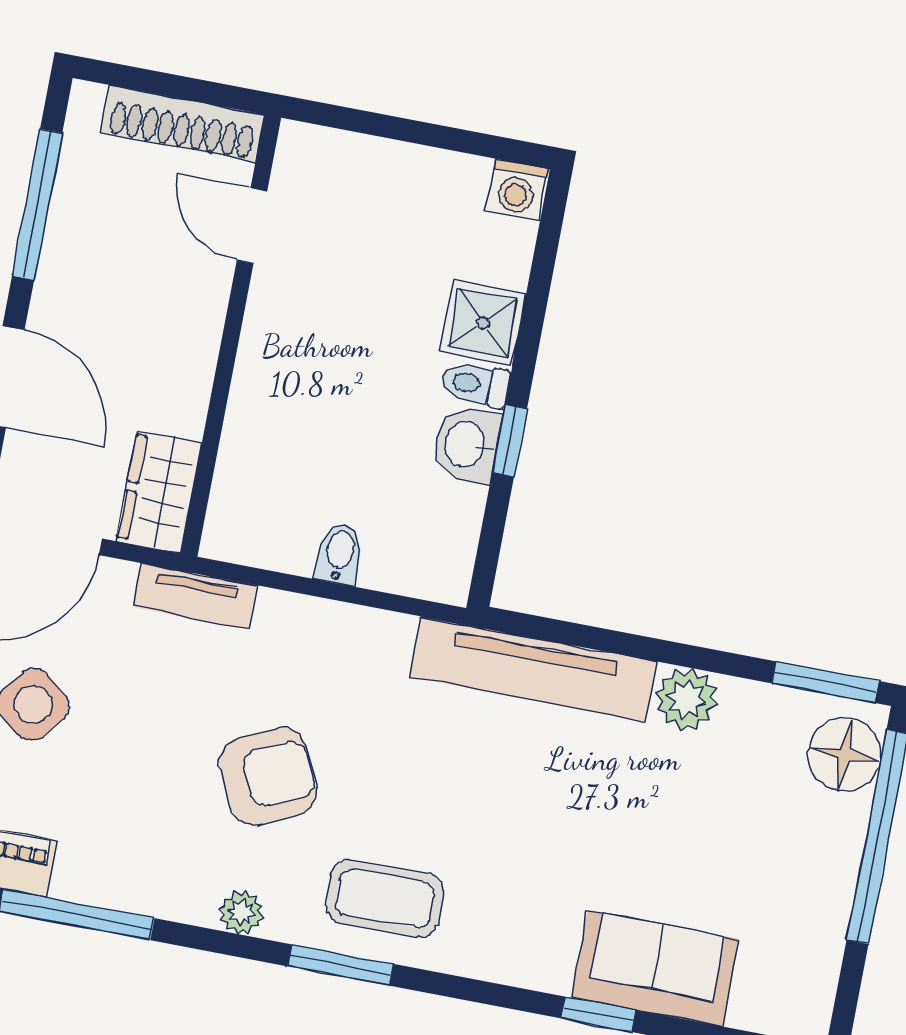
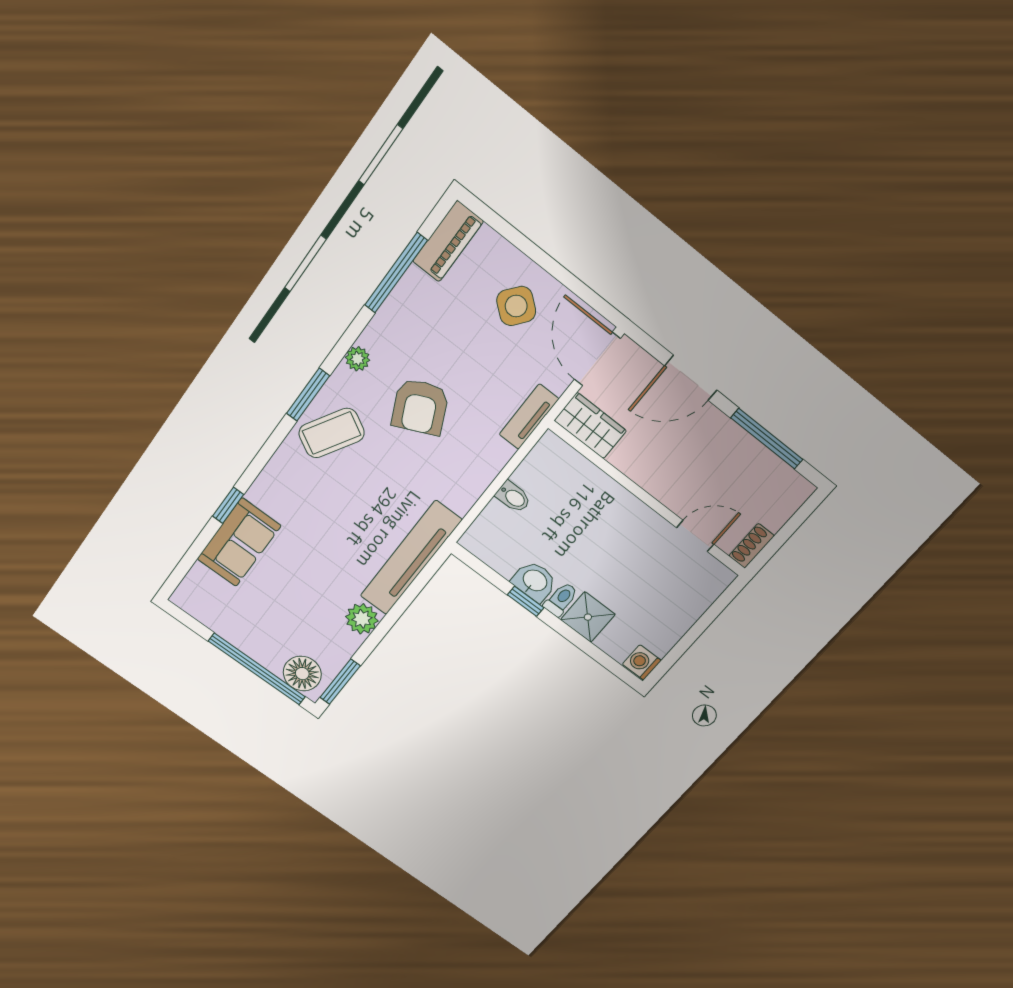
shoe rack: (183, 124) -> (752, 546), width x0.51, depth x0.81
coffee table: (385, 899) -> (332, 433), turned 31

